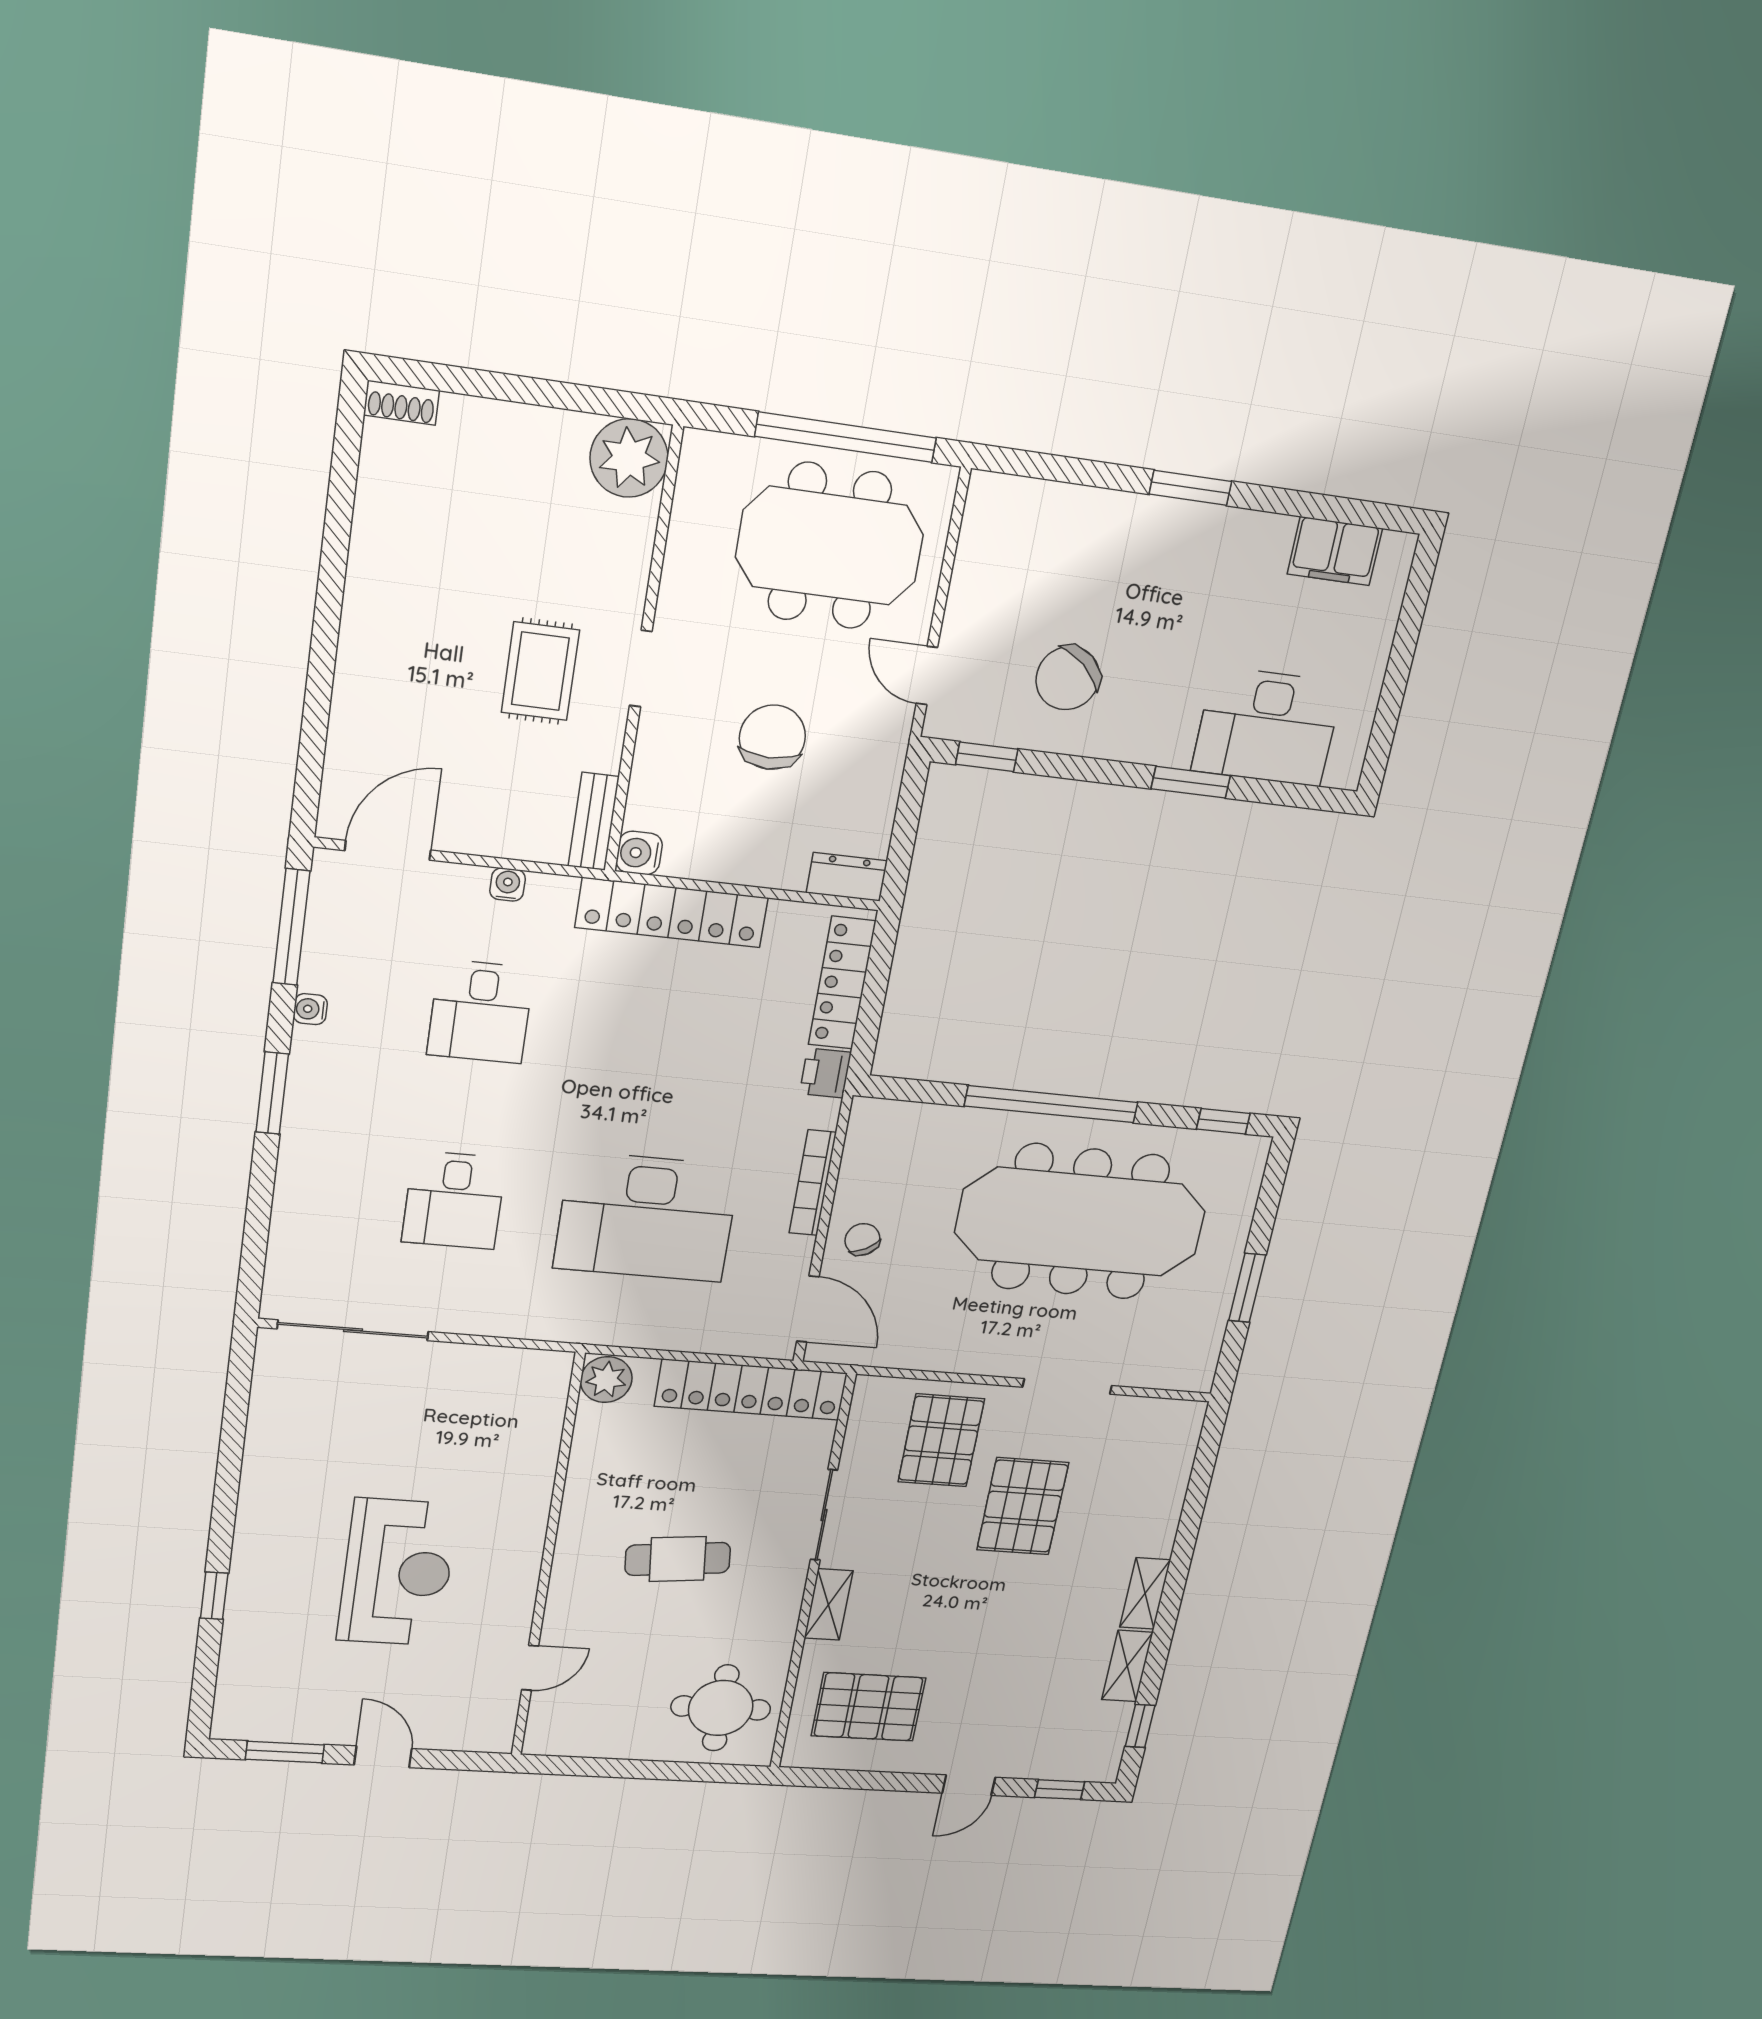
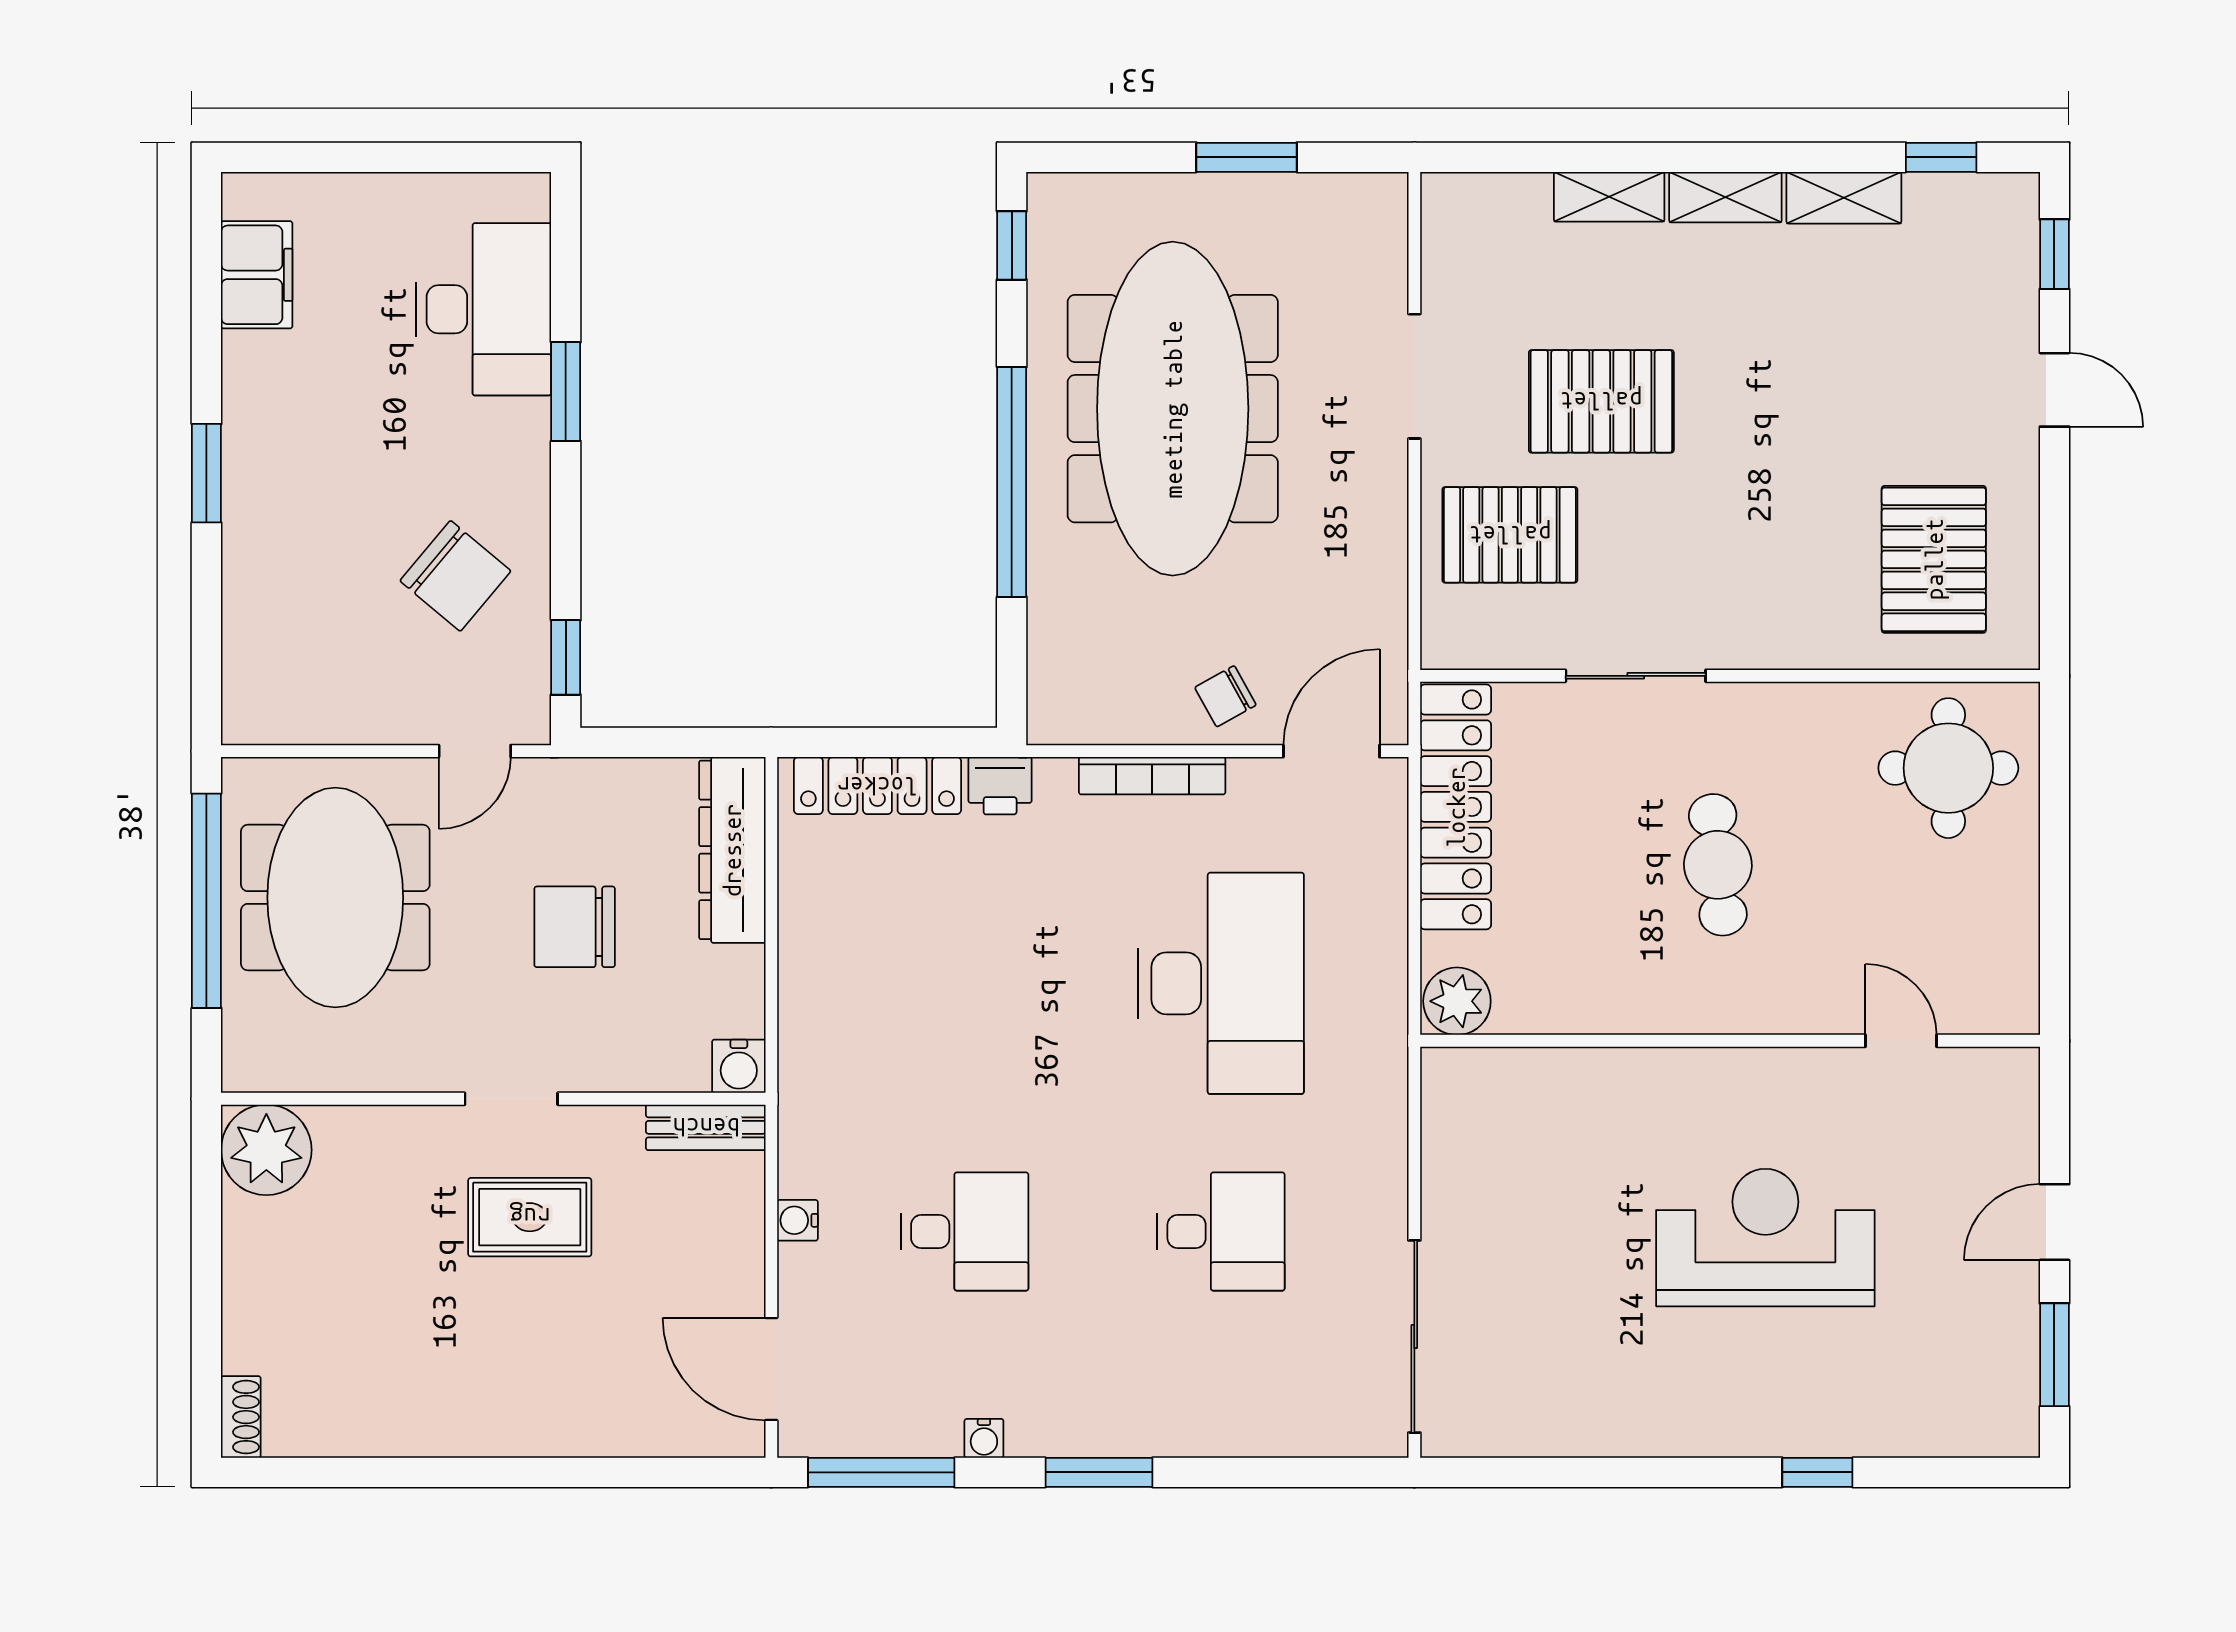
dresser: (847, 877) -> (732, 850), width x1.96, depth x1.24
locker: (672, 913) -> (810, 1014), removed
shelving: (828, 1604) -> (1609, 197), moved

